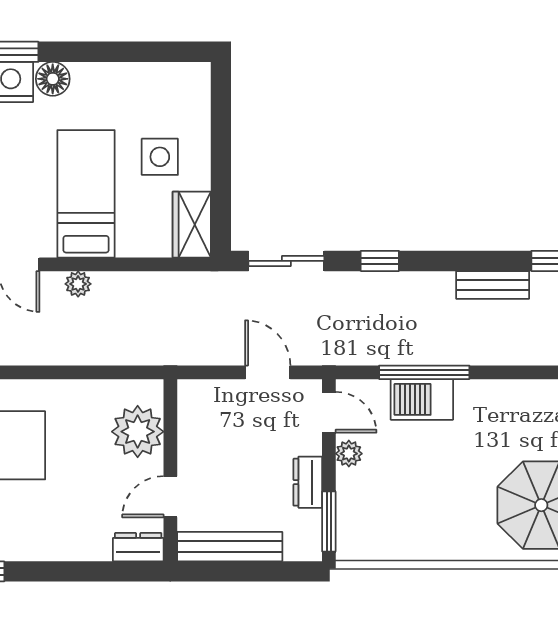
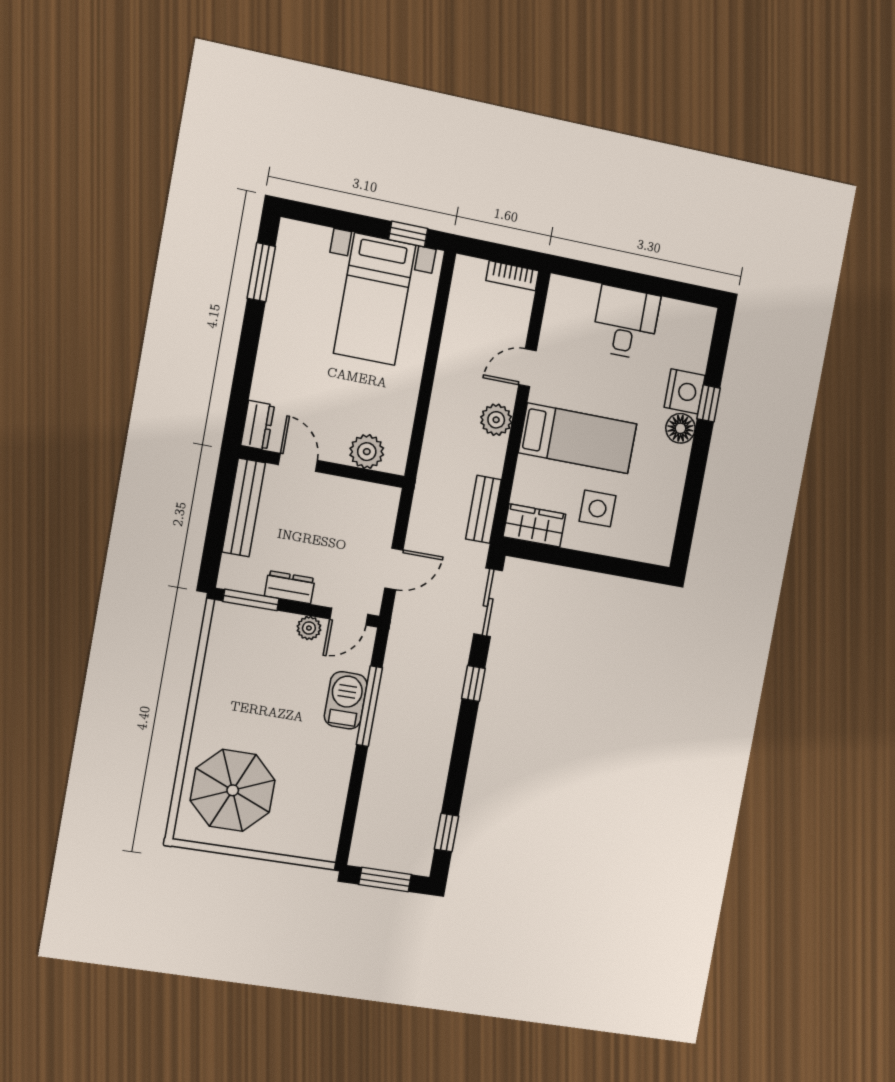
plant: (78, 284) -> (496, 420), width x1.38, depth x1.38
bench: (493, 285) -> (483, 509), moved
plant: (138, 432) -> (367, 452), width x0.73, depth x0.73

